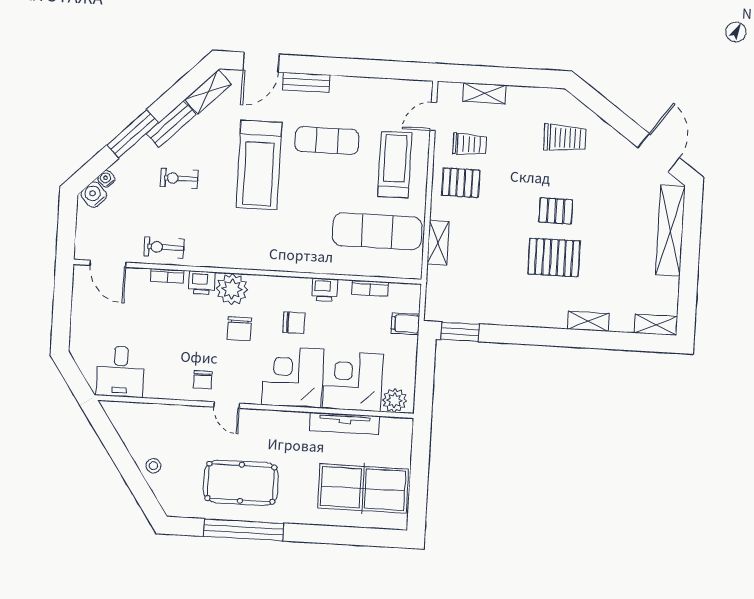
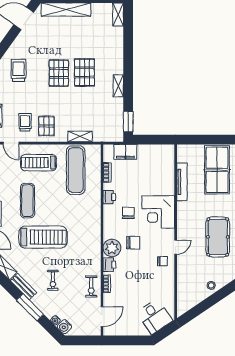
pallet: (556, 211) -> (59, 73), width x1.50, depth x1.42
shelving: (588, 321) -> (118, 86), moved
filing cabinet: (405, 324) -> (125, 152), width x2.00
desk: (120, 372) -> (155, 317), moved, turned 56
corner desk: (353, 381) -> (159, 179), removed
plant: (395, 400) -> (168, 155), removed

